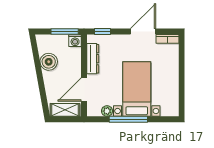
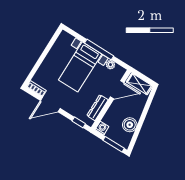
window: (65, 32) -> (114, 144), moved

